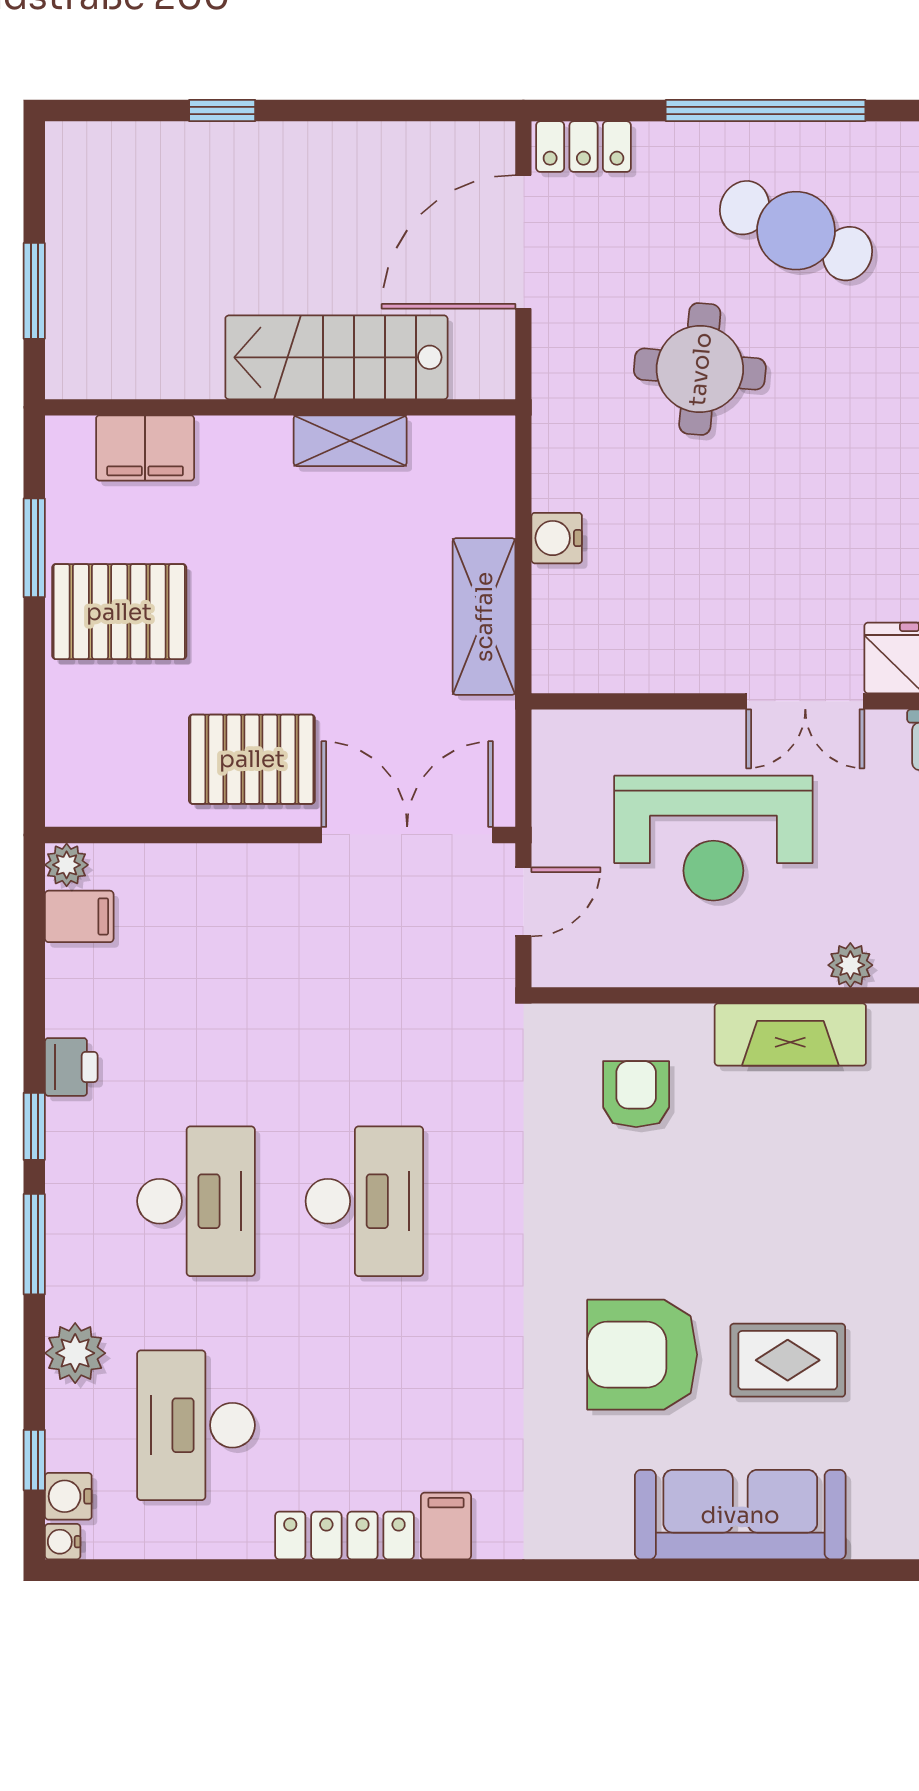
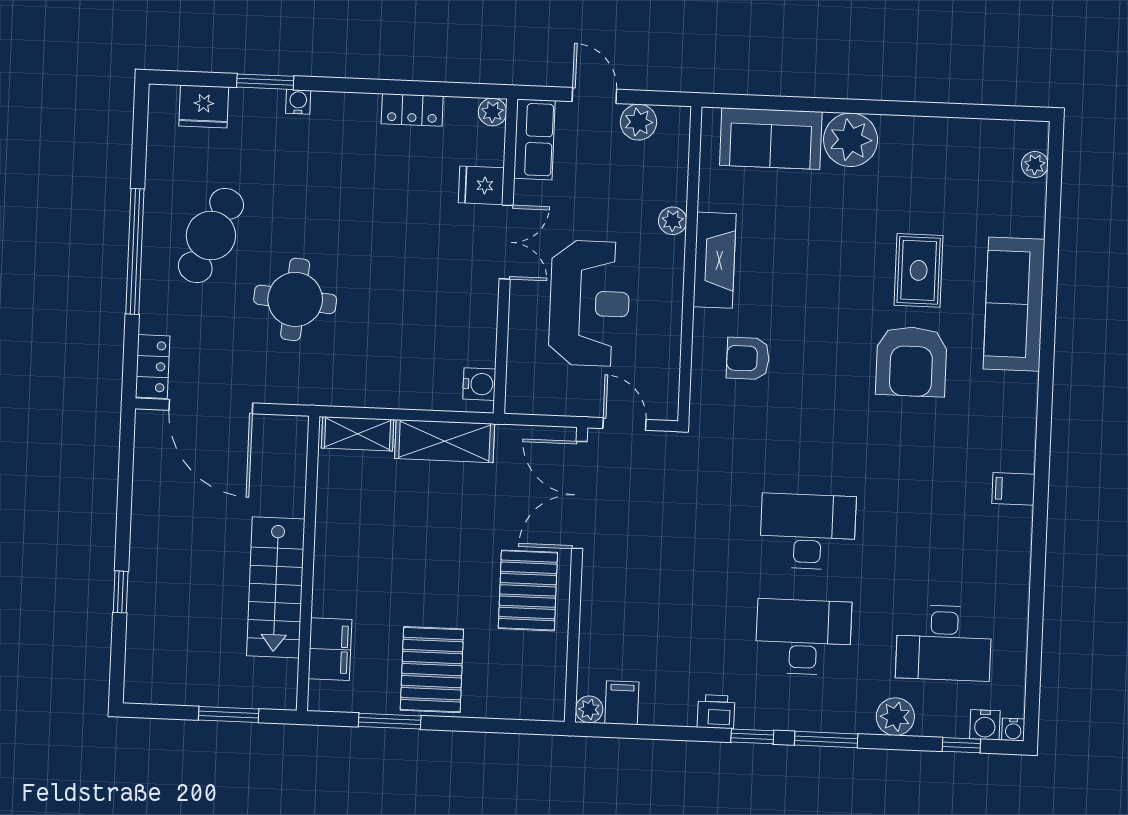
stairs: (336, 357) -> (276, 587), moved
shelving: (350, 441) -> (358, 434), moved, turned 90
water cooler: (557, 538) -> (479, 384), moved, turned -90
locker: (344, 1536) -> (1017, 553), removed

